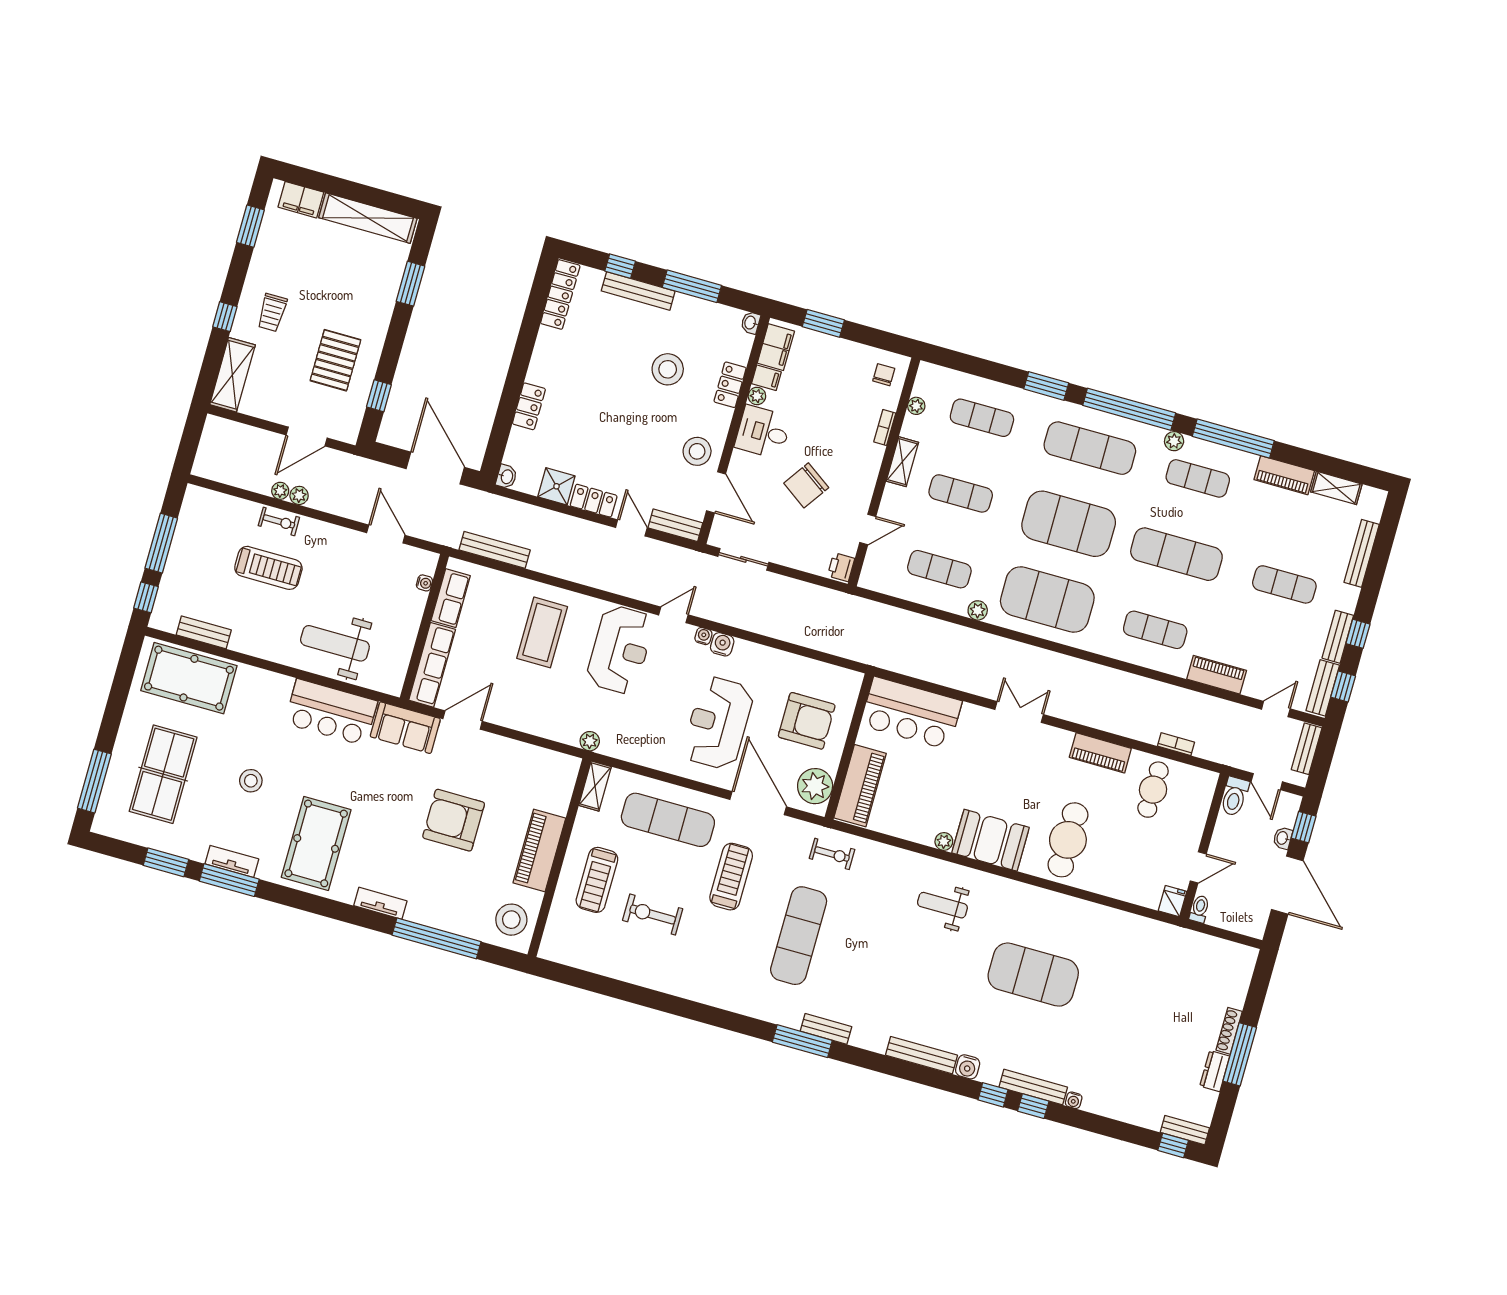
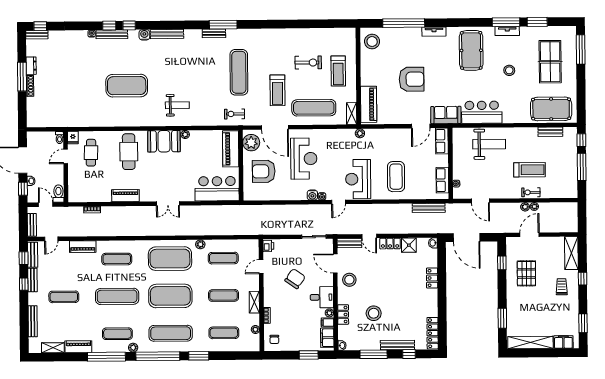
treadmill: (268, 568) -> (529, 170), turned 180
row of seats: (432, 665) -> (442, 141), width x0.68
cafe table: (1153, 790) -> (91, 153), moved
piano: (539, 851) -> (369, 104), moved
treadmill: (597, 880) -> (338, 71), turned 180

